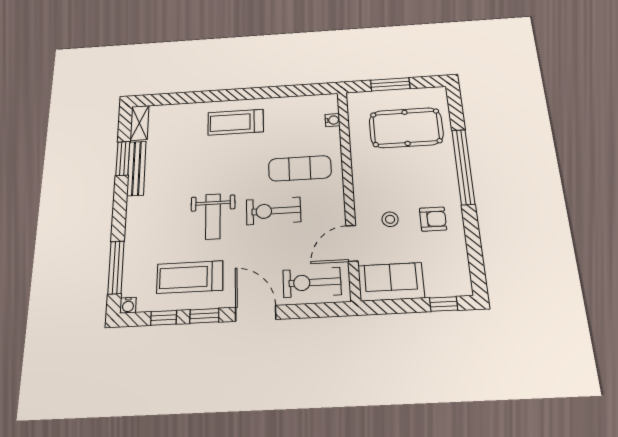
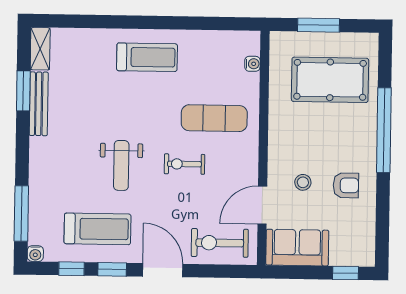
treadmill: (236, 122) -> (147, 57), turned 180
exercise bike: (274, 211) -> (184, 164), width x0.73, depth x0.72
treadmill: (190, 277) -> (97, 229), turned 180

